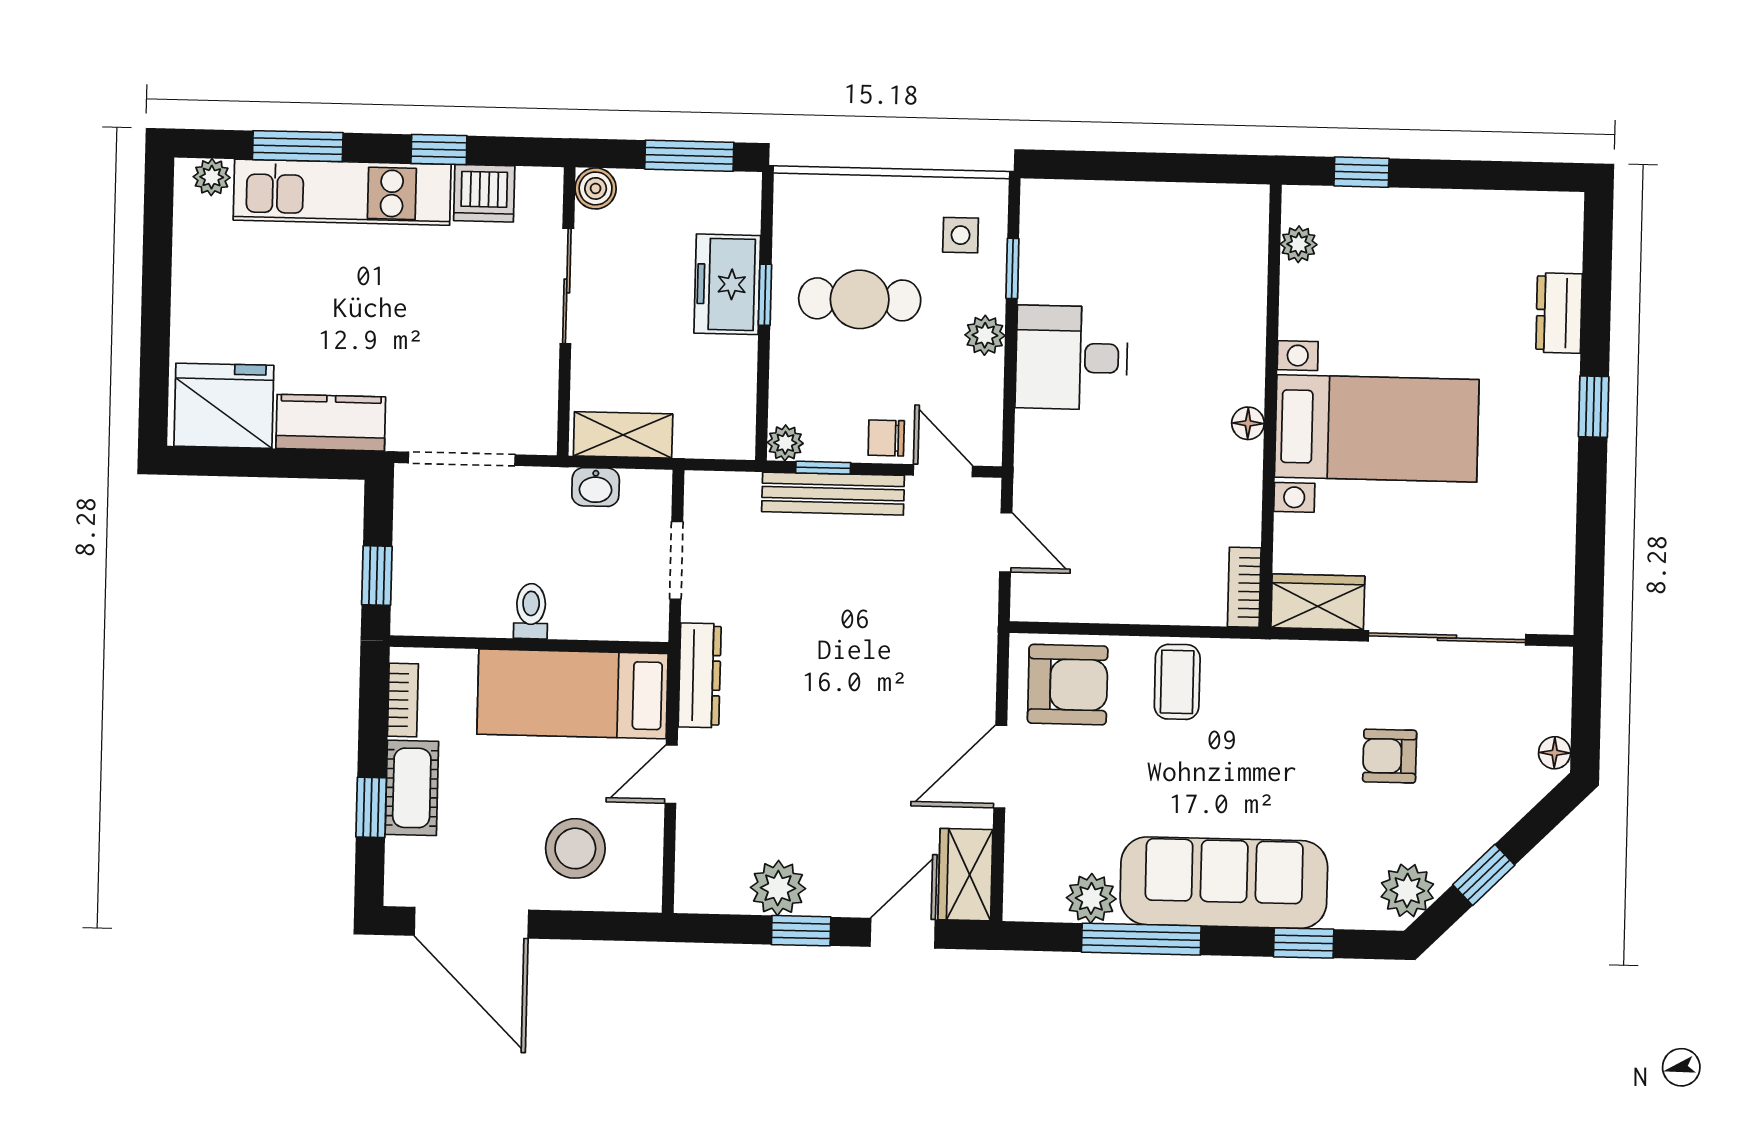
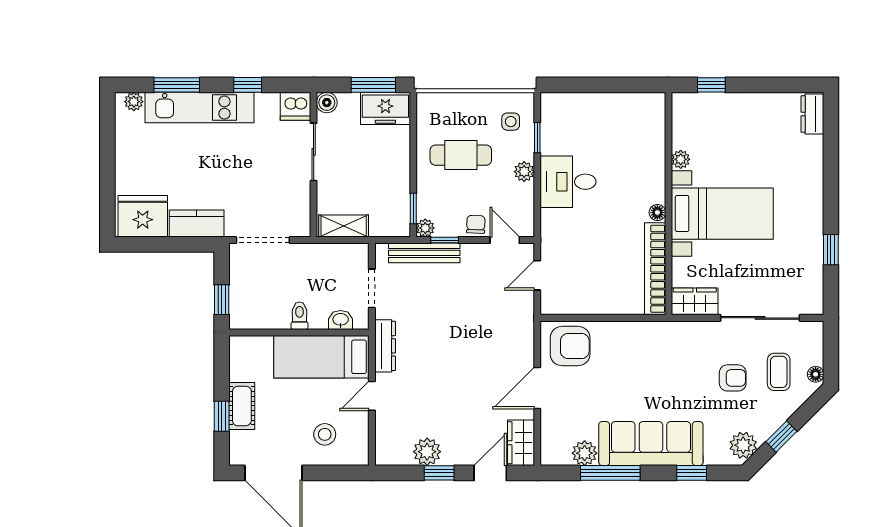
dishwasher: (484, 193) -> (296, 106), moved
plant: (1299, 244) -> (681, 159), moved
freezer: (727, 284) -> (385, 108), moved, turned -90
window: (765, 295) -> (413, 209), moved
dresser: (1559, 313) -> (812, 114), moved
window: (1594, 407) -> (831, 250), moved
chair: (886, 438) -> (476, 224), turned 92
washbasin: (596, 487) -> (341, 320), moved, turned 180
bench: (833, 494) -> (424, 253), moved
door: (1006, 542) -> (537, 275), swing flipped
bookcase: (1244, 587) -> (655, 269), width x2.31, depth x1.31
coffee table: (1177, 682) -> (779, 372), moved
bookcase: (403, 700) -> (236, 362), removed
armchair: (1390, 756) -> (733, 378), turned 180
stool: (575, 848) -> (325, 434), width x0.73, depth x0.73

